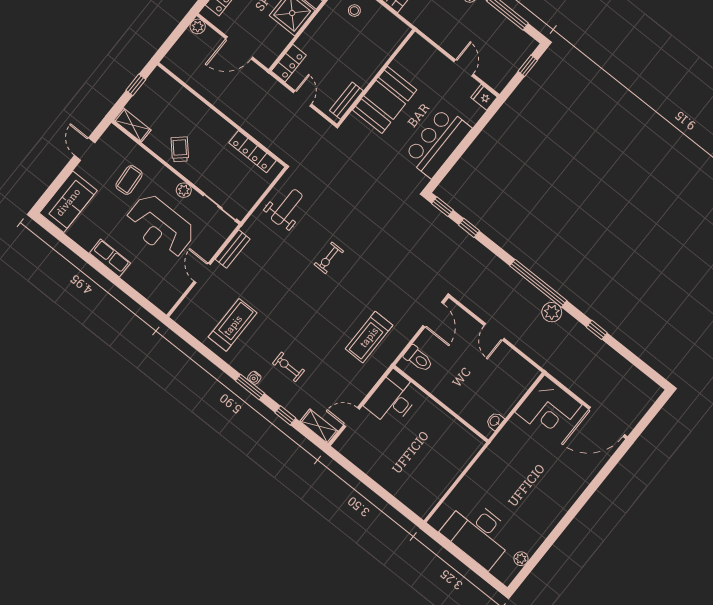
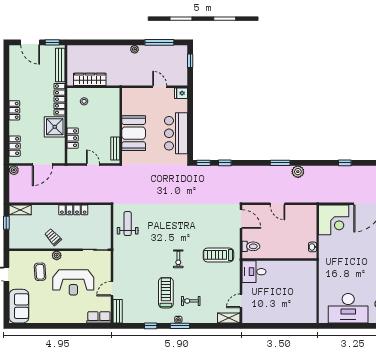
locker: (289, 63) -> (73, 138), moved
shelving: (132, 125) -> (20, 210), moved
locker: (253, 152) -> (73, 210), moved
plant: (184, 190) -> (57, 255), moved
bench: (233, 249) -> (118, 311), moved
row of seats: (110, 258) -> (99, 317), moved
exercise bike: (329, 258) -> (178, 259), moved
door: (202, 273) -> (112, 289), hinge flipped
window: (538, 283) -> (280, 163), width x0.47
treadmill: (233, 325) -> (166, 293), moved
window: (597, 330) -> (345, 163), moved
treadmill: (369, 337) -> (218, 255), turned 90
desk: (393, 399) -> (254, 272), width x0.73
window: (285, 415) -> (151, 326), moved

